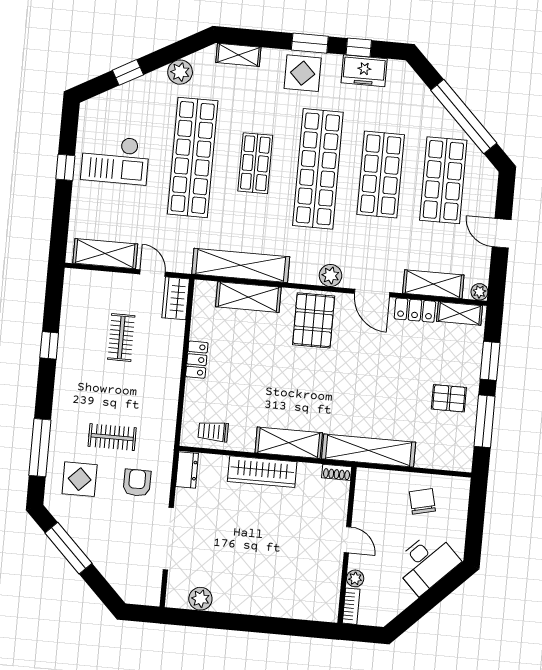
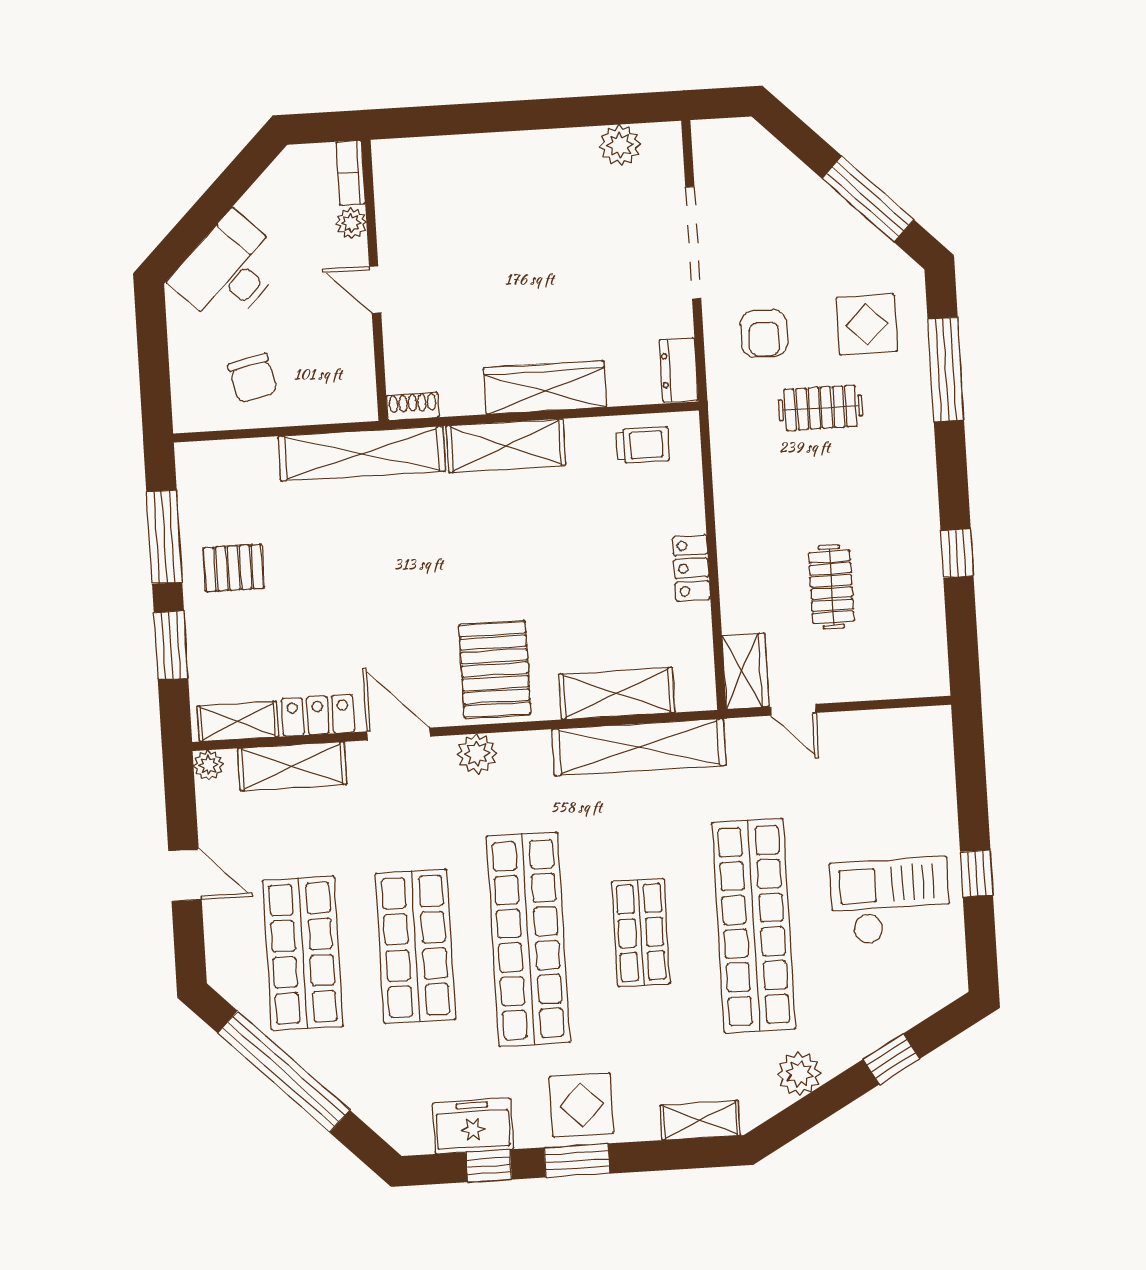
shelving: (105, 254) -> (882, 731), removed

